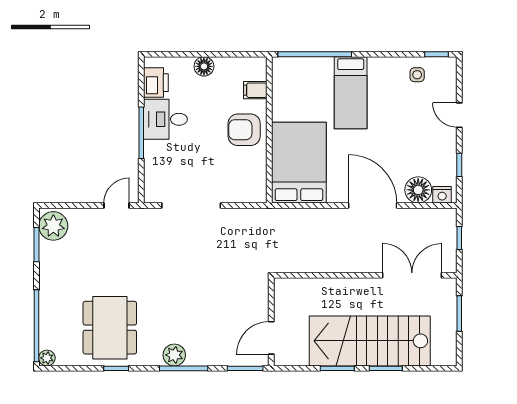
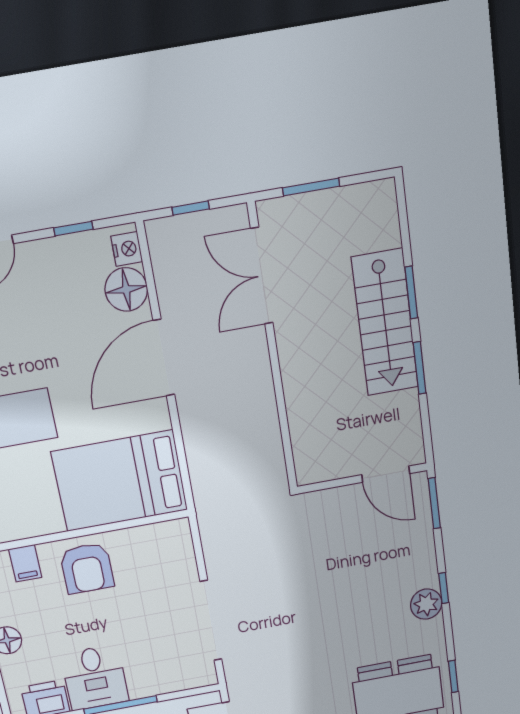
stairs: (370, 341) -> (385, 323), width x0.73, depth x0.66
window: (184, 368) -> (444, 588), width x0.46

